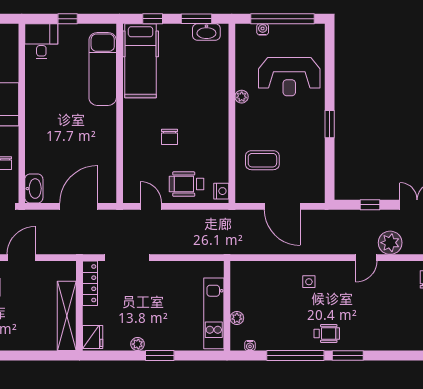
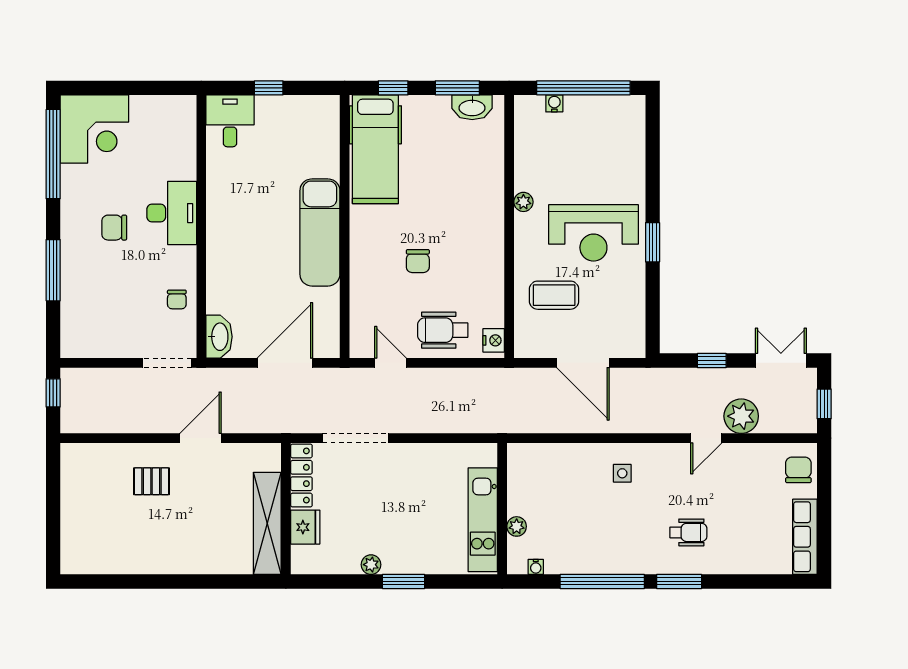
exam couch: (103, 69) -> (320, 232), moved
reception desk: (289, 77) -> (593, 233), moved
wheelchair: (327, 333) -> (688, 532), moved
fridge: (93, 337) -> (305, 527), moved

